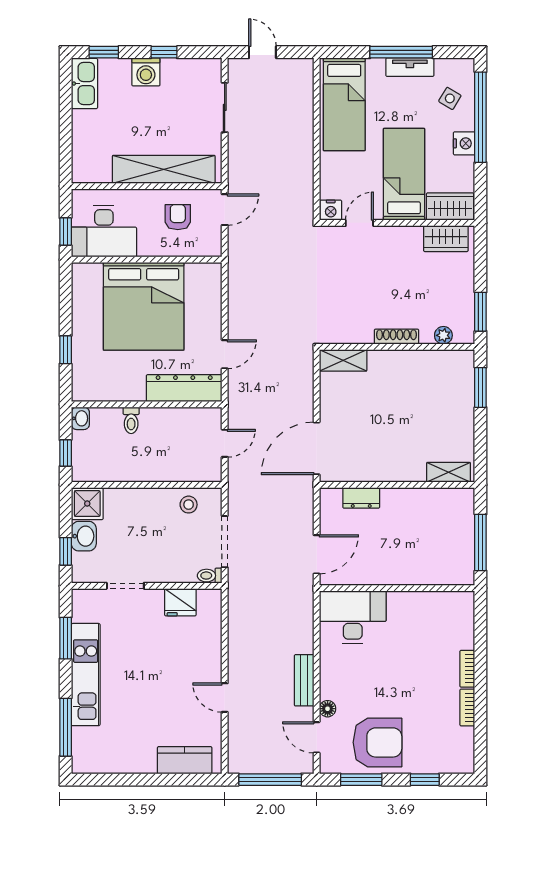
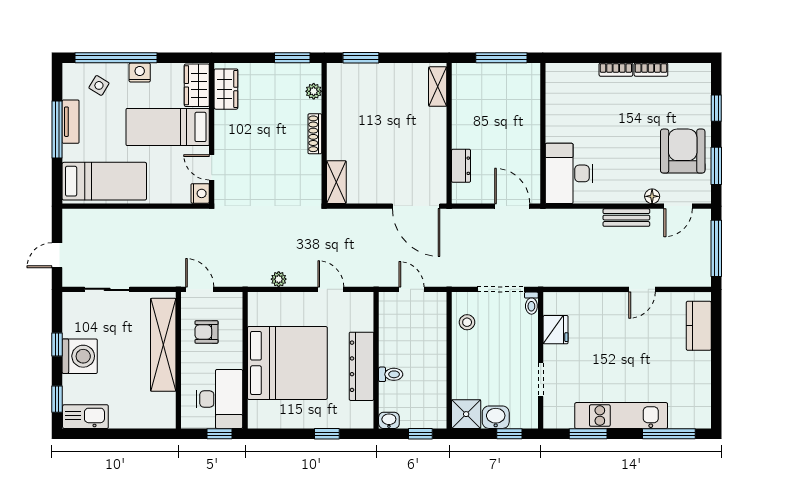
washing machine: (146, 72) -> (80, 356), width x1.37, depth x1.37
plant: (236, 297) -> (279, 279), added
dresser: (184, 388) -> (362, 366), moved

